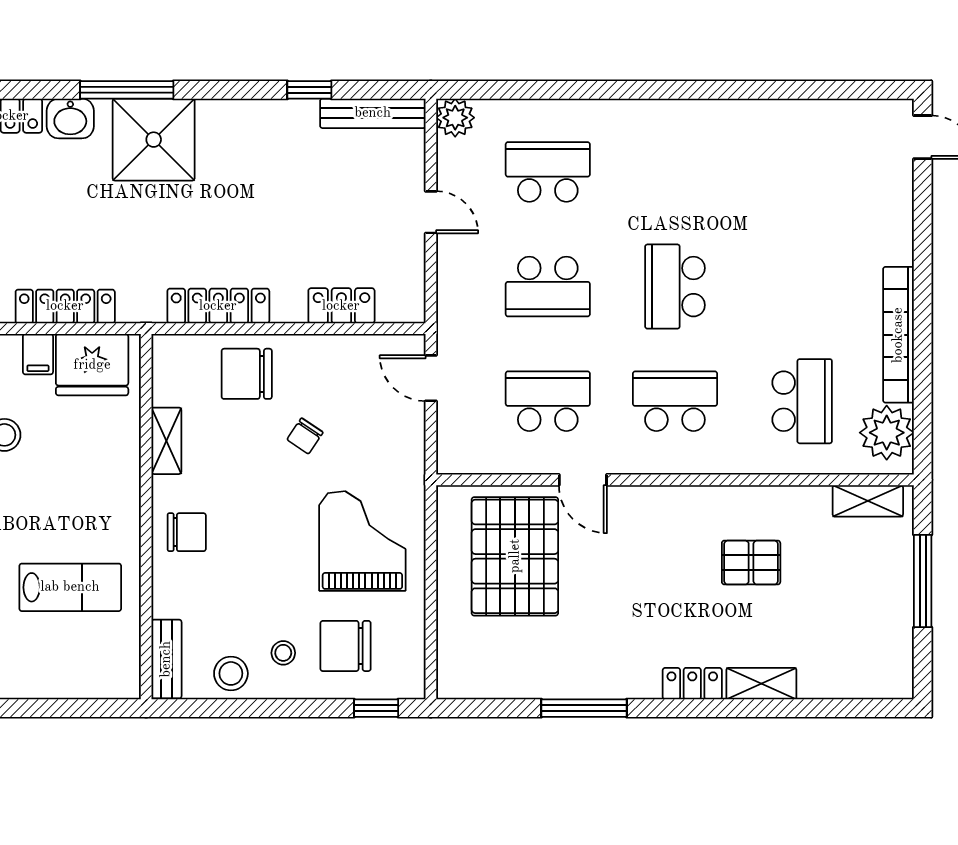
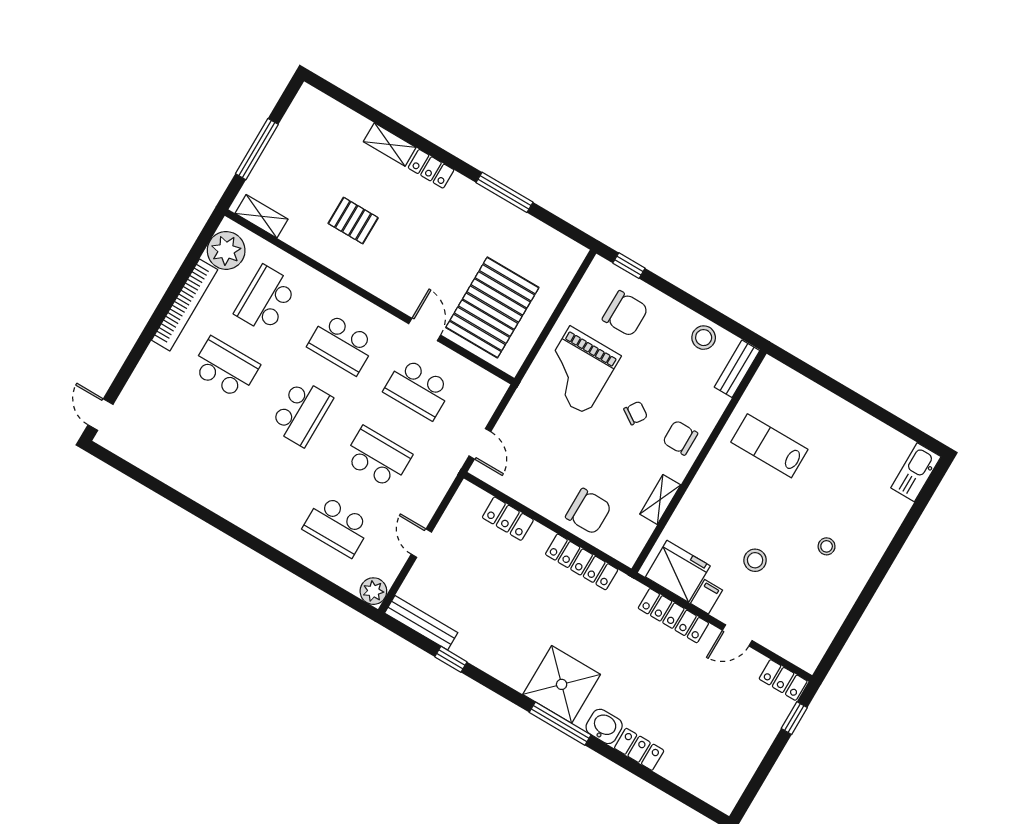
school desk: (802, 287) -> (225, 368), added
chair: (305, 436) -> (636, 413), moved
stool: (283, 653) -> (665, 331), removed

